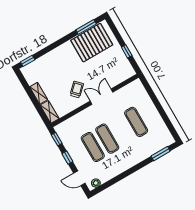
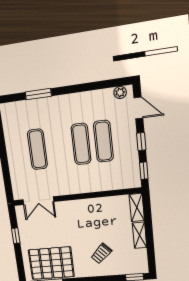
trolley: (77, 89) -> (101, 254), moved
double door: (102, 97) -> (38, 201), moved
window: (161, 154) -> (38, 94), moved

